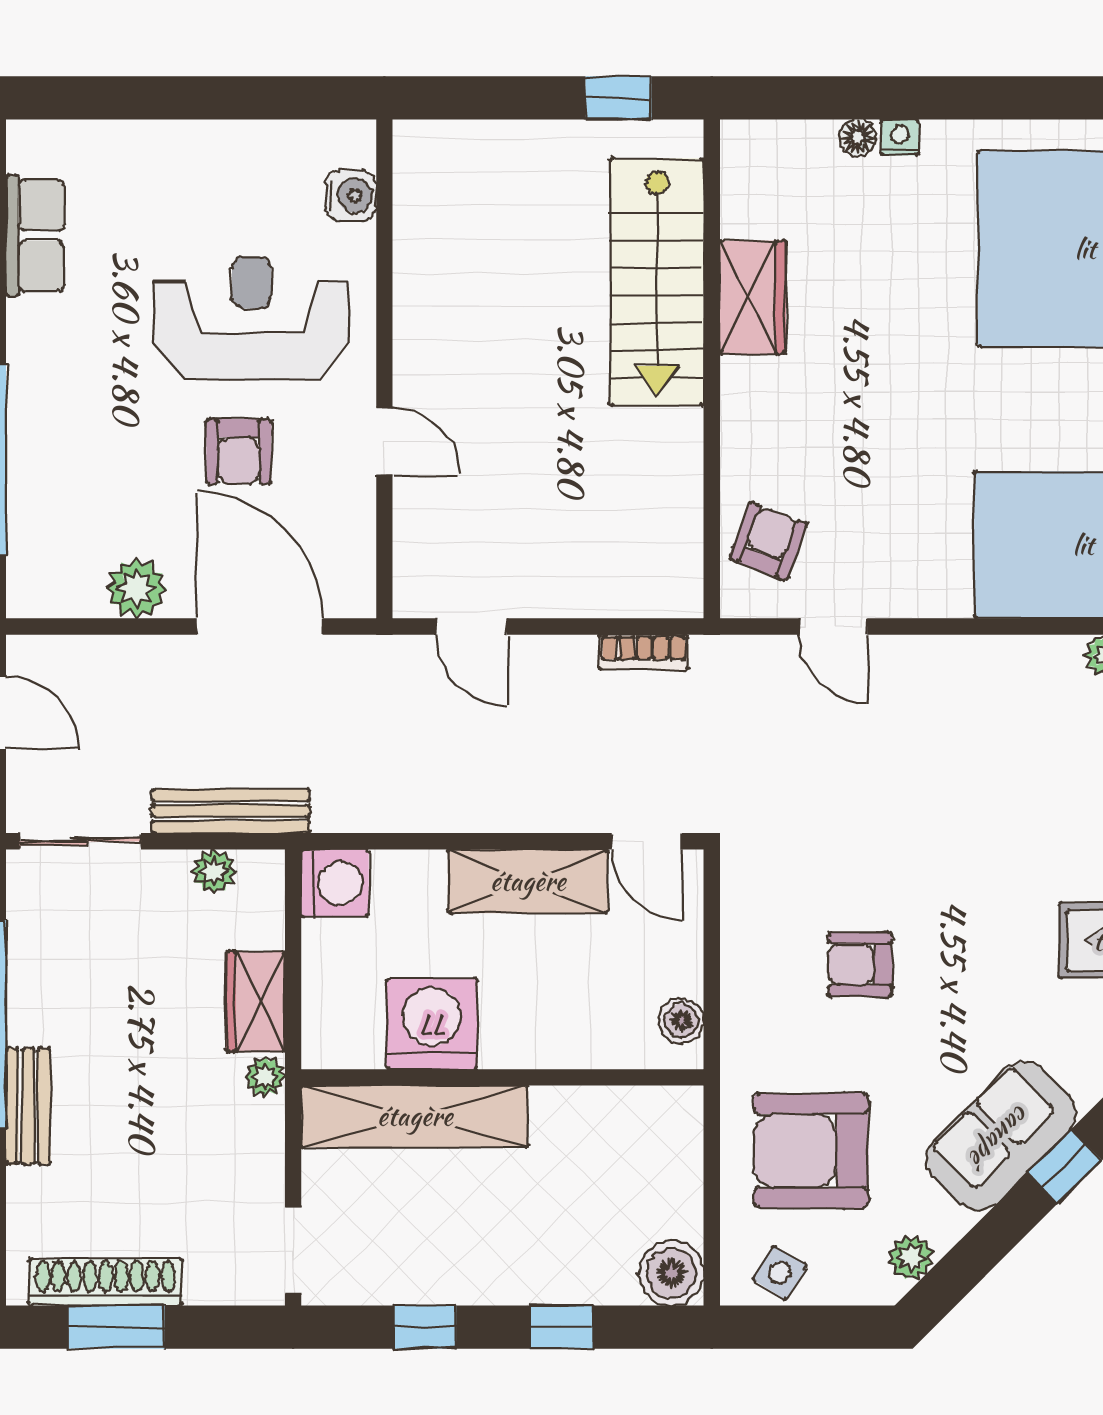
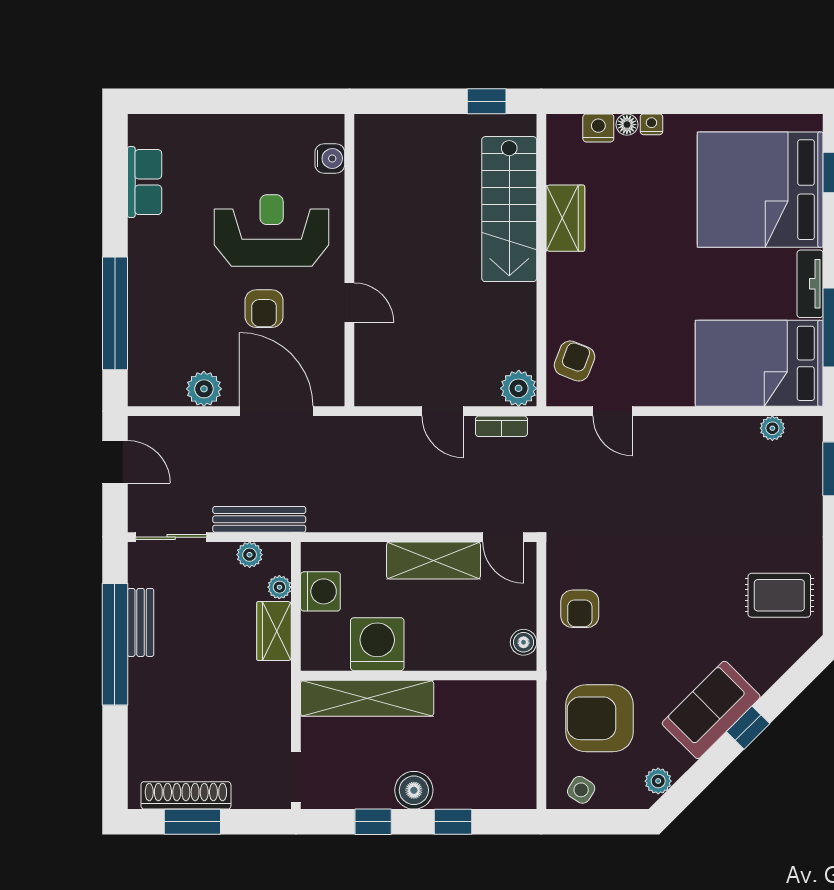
nightstand: (809, 143) -> (598, 128), added
plant: (673, 588) -> (519, 388), added
door: (472, 627) -> (443, 411), moved
washing machine: (335, 883) -> (320, 591), moved
armchair: (860, 964) -> (580, 609), moved, turned -90
plant: (265, 1076) -> (279, 587), moved
bench: (28, 1106) -> (141, 622), moved
boiler: (671, 1273) -> (414, 790), moved

